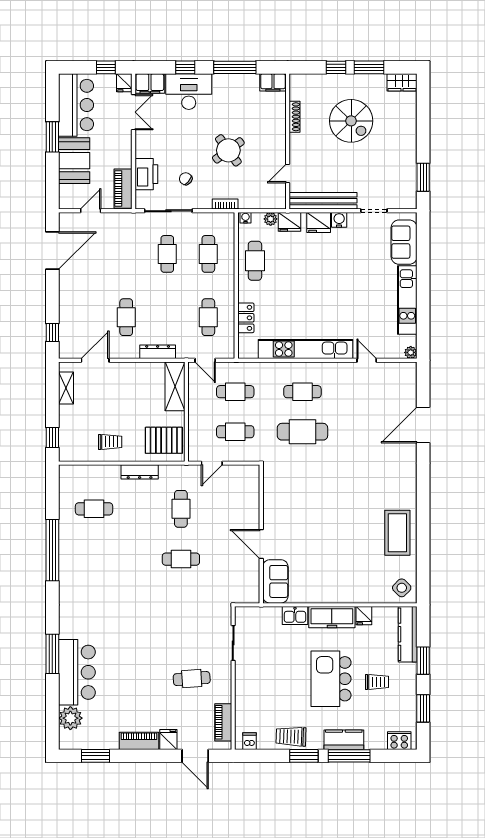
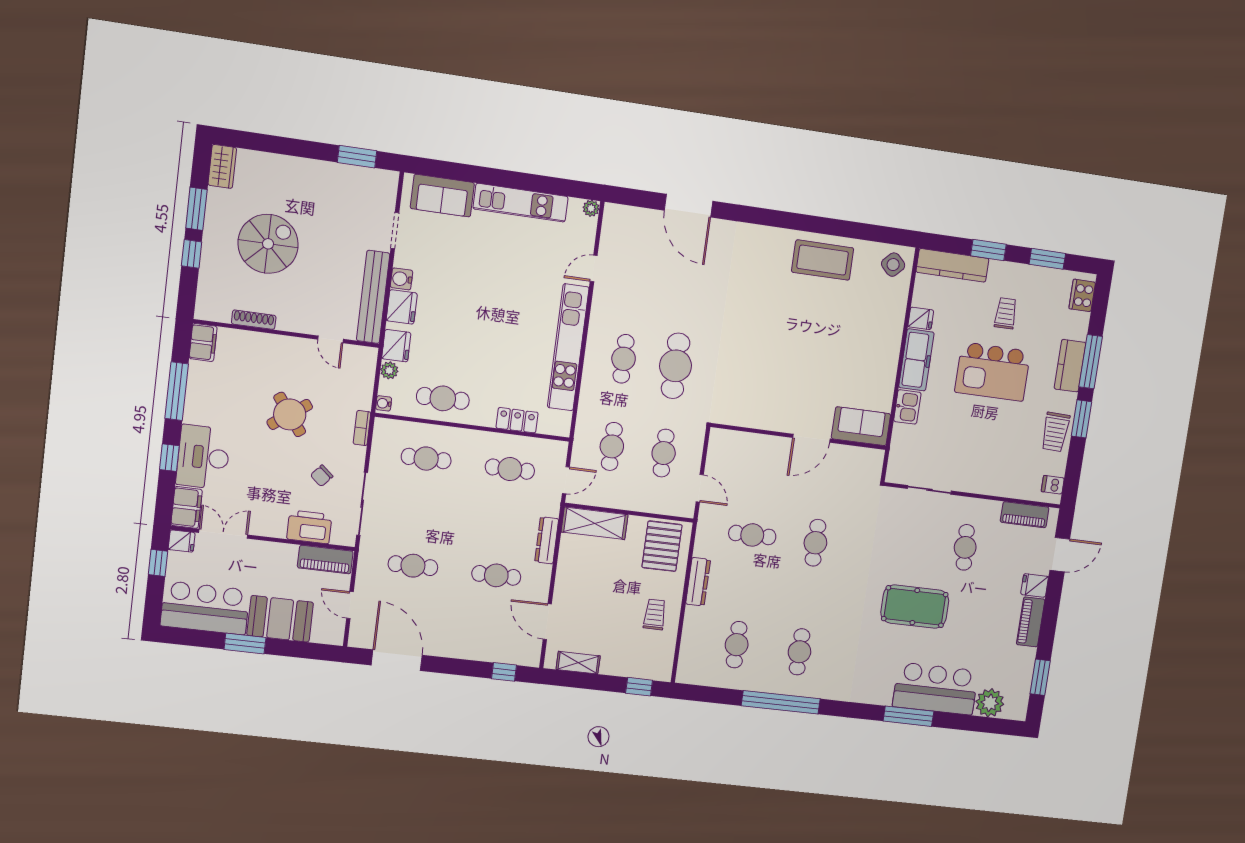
cafe table: (167, 254) -> (413, 566), moved
cafe table: (94, 559) -> (799, 652), added
pool table: (140, 645) -> (915, 607), added

